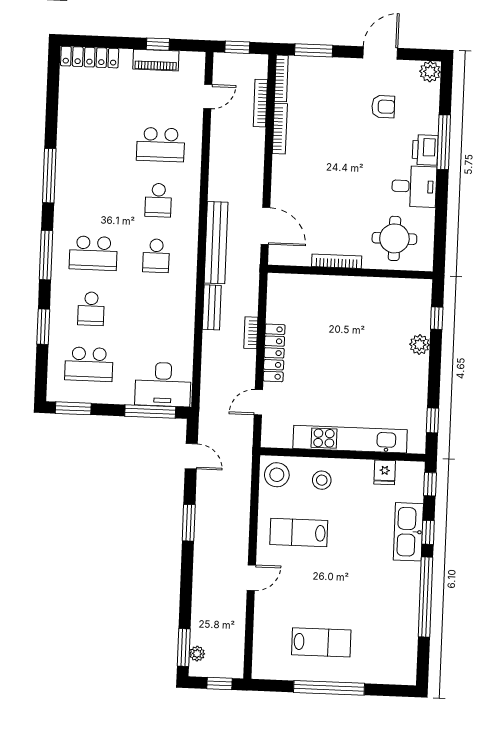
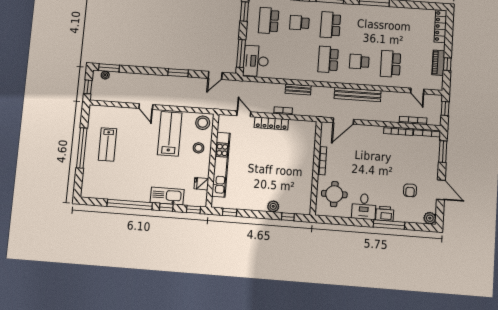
bench: (216, 243) -> (358, 95), moved
school desk: (156, 256) -> (328, 59), width x1.85
lab bench: (299, 532) -> (170, 134), width x1.36, depth x1.39

